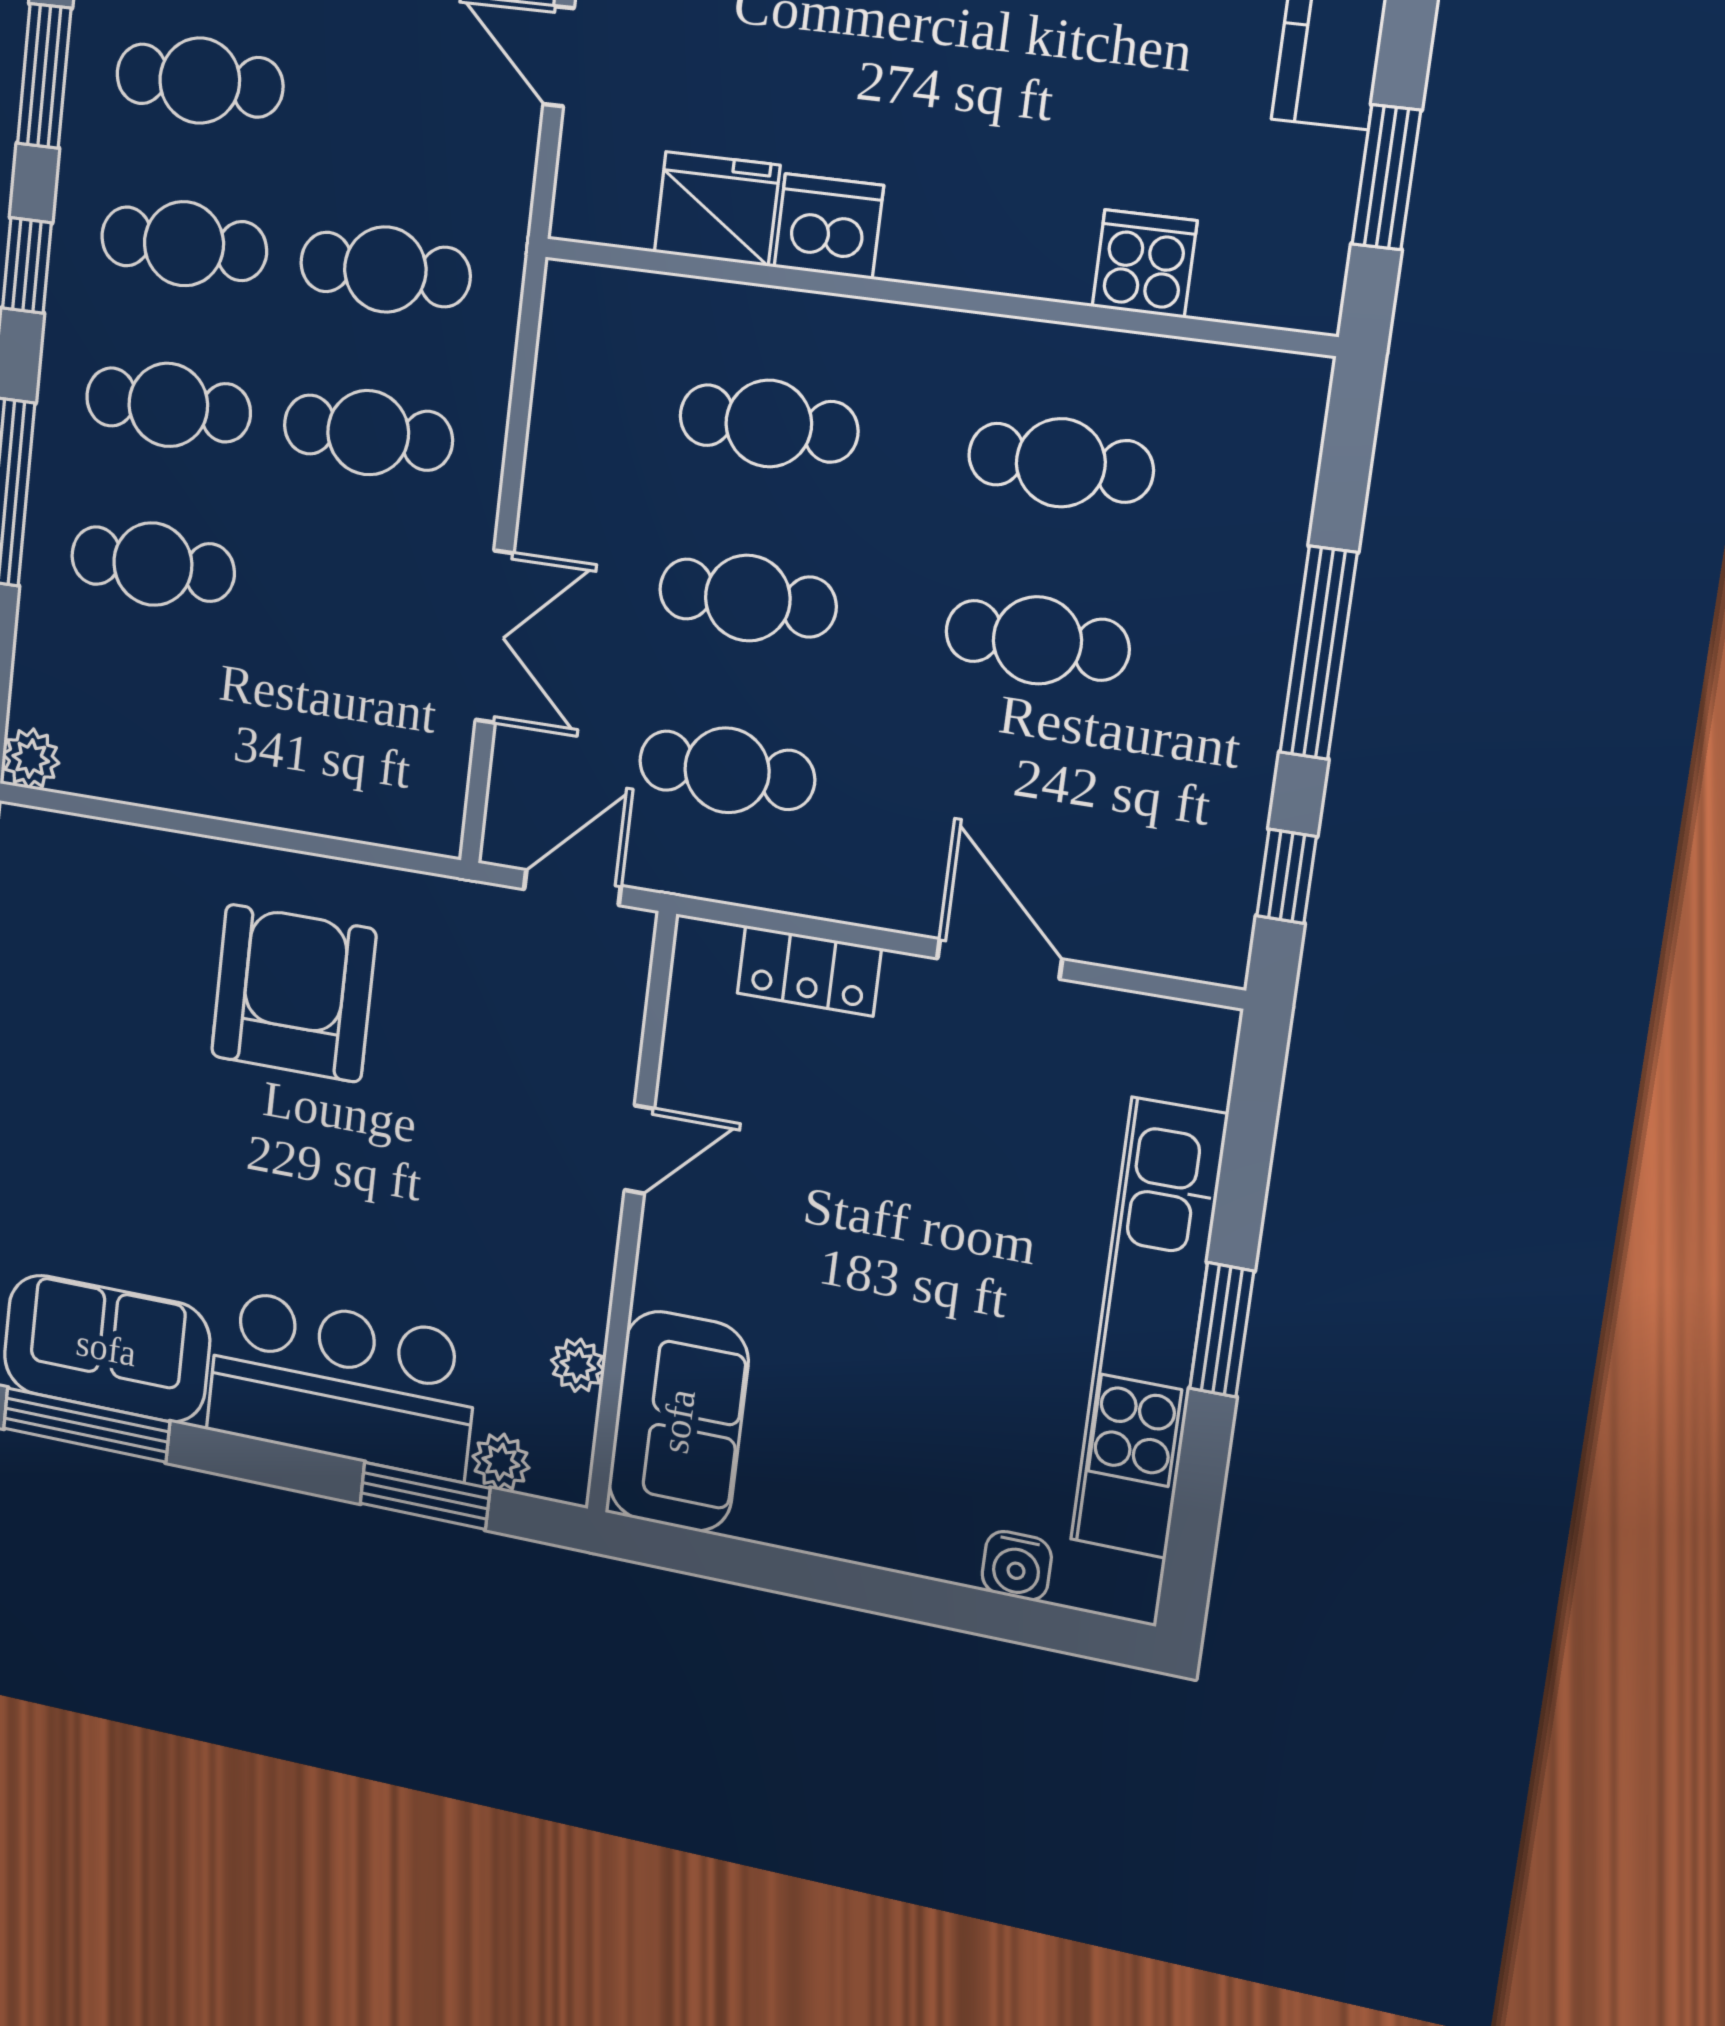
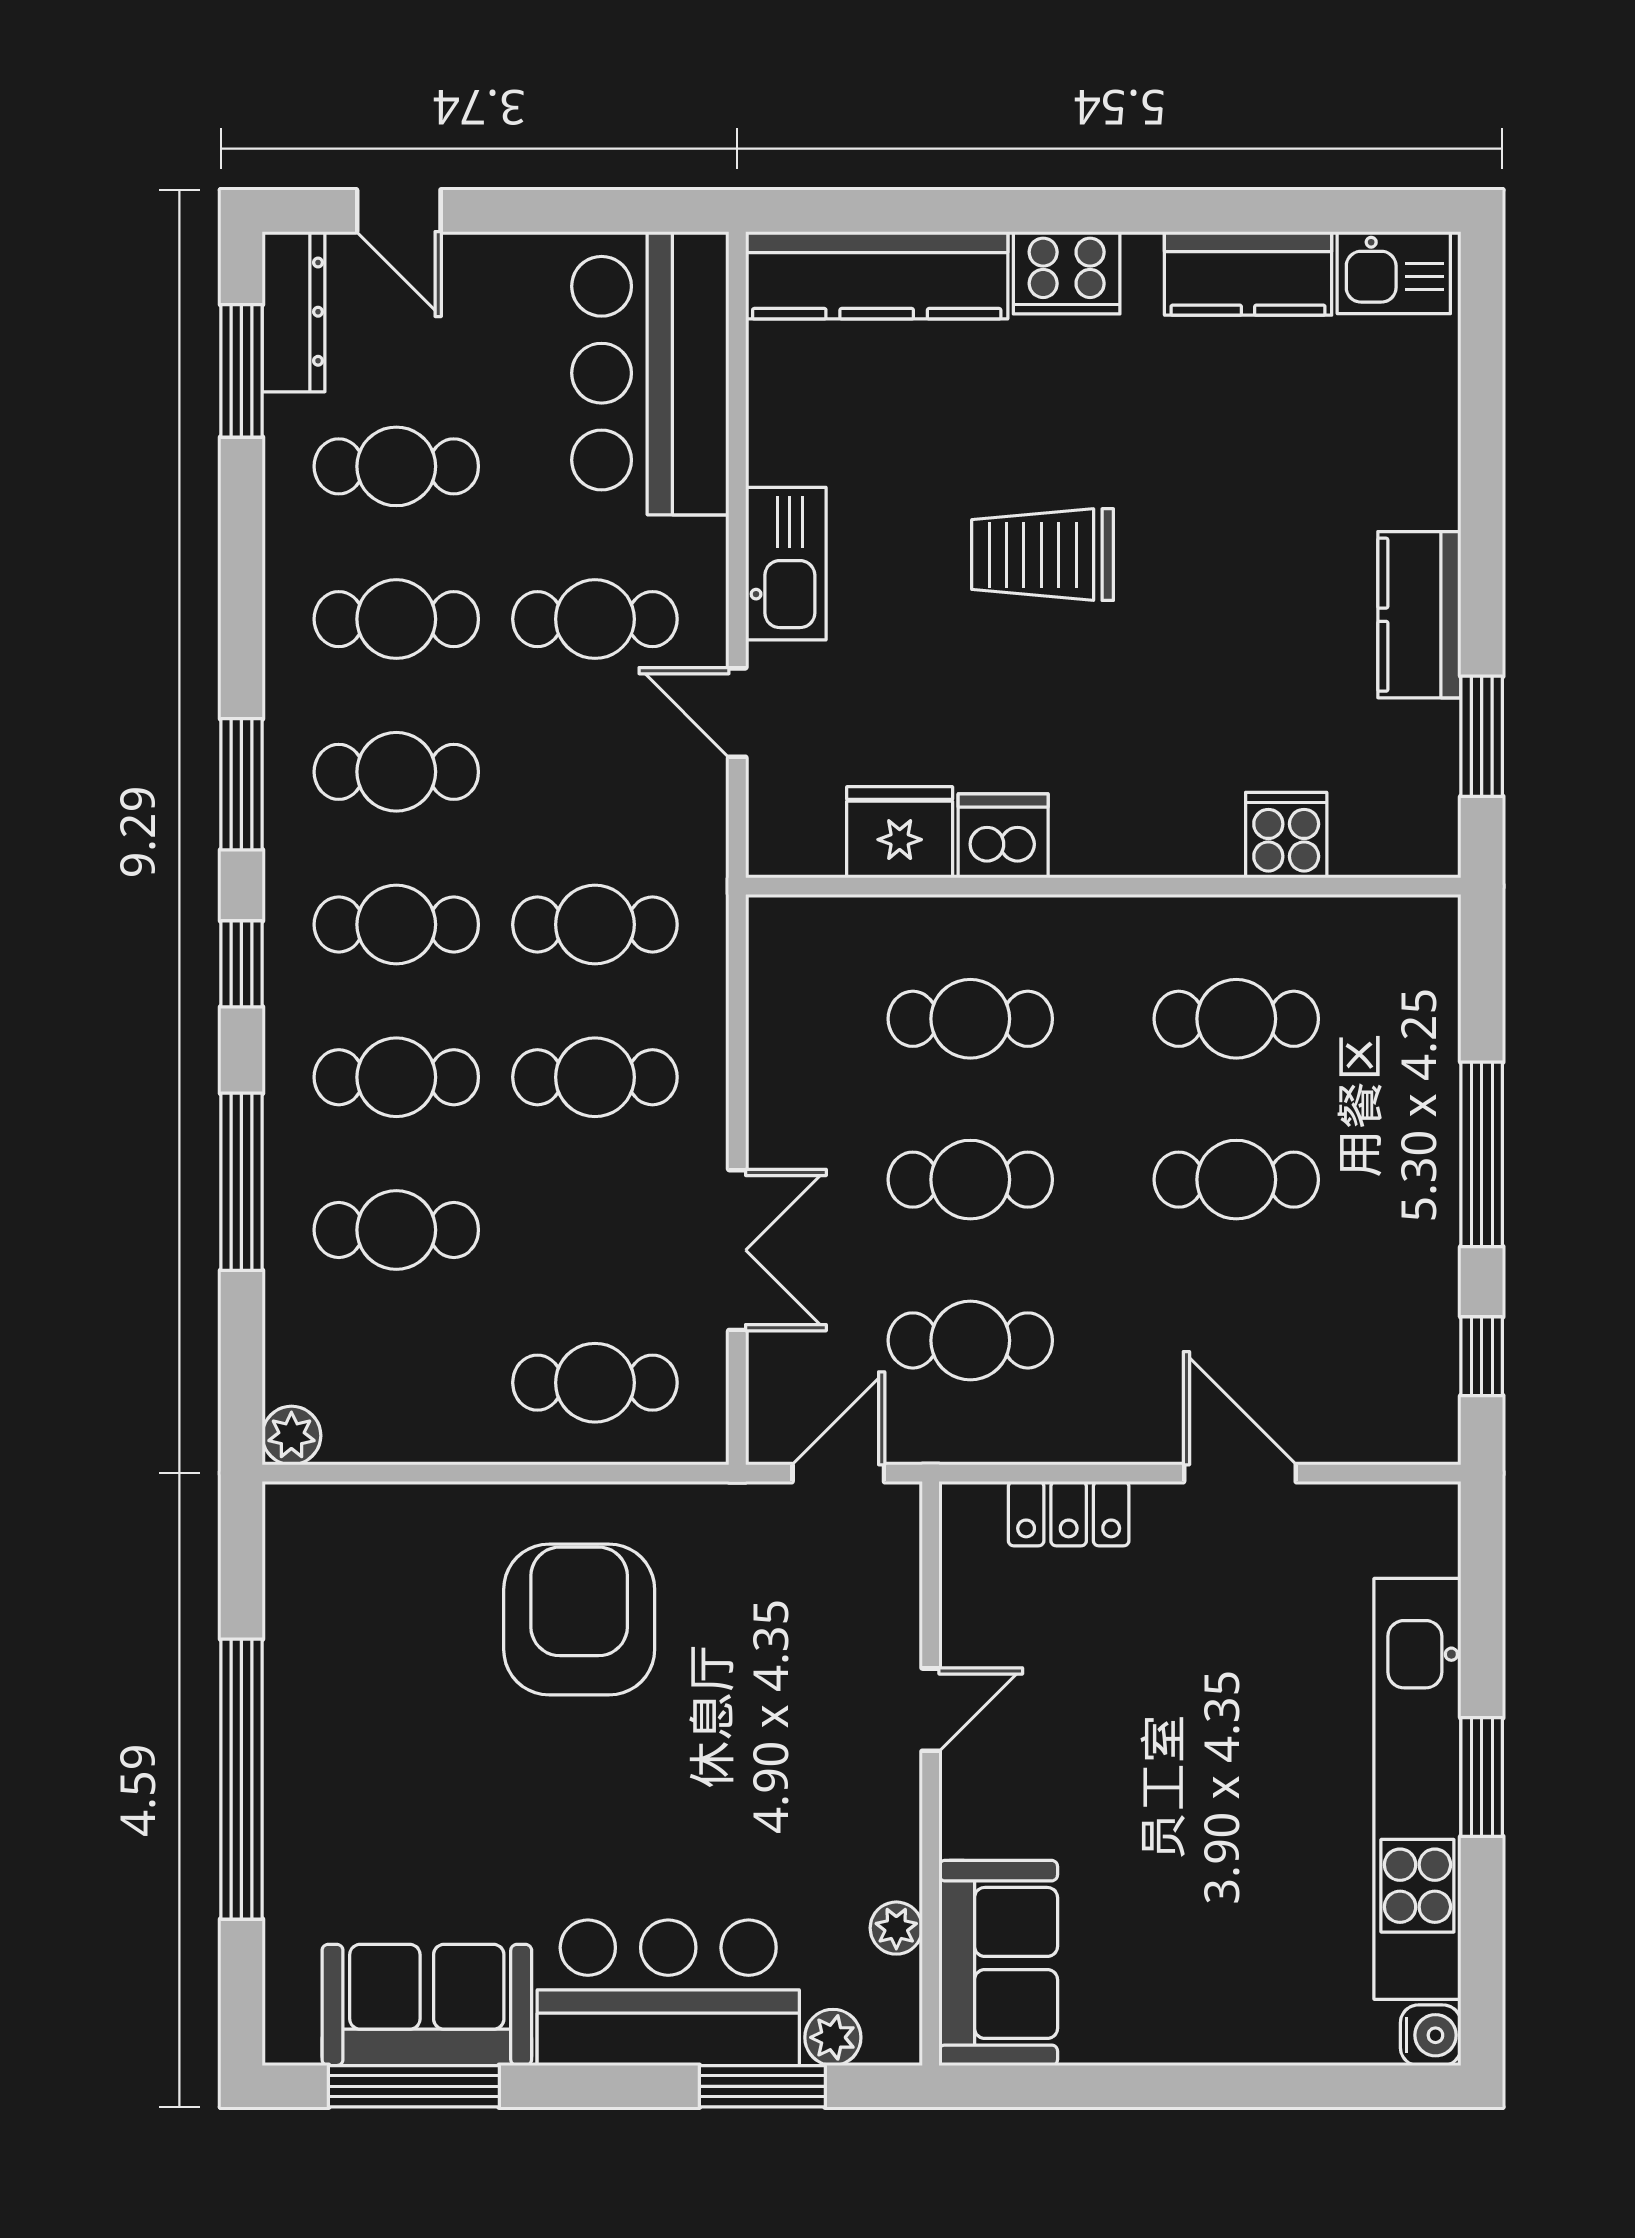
cafe table: (335, 753) -> (595, 1383), added
water cooler: (1017, 1566) -> (1431, 2035), moved, turned -90

